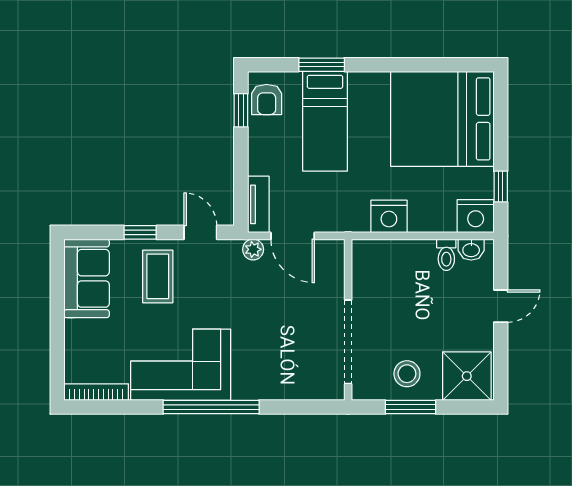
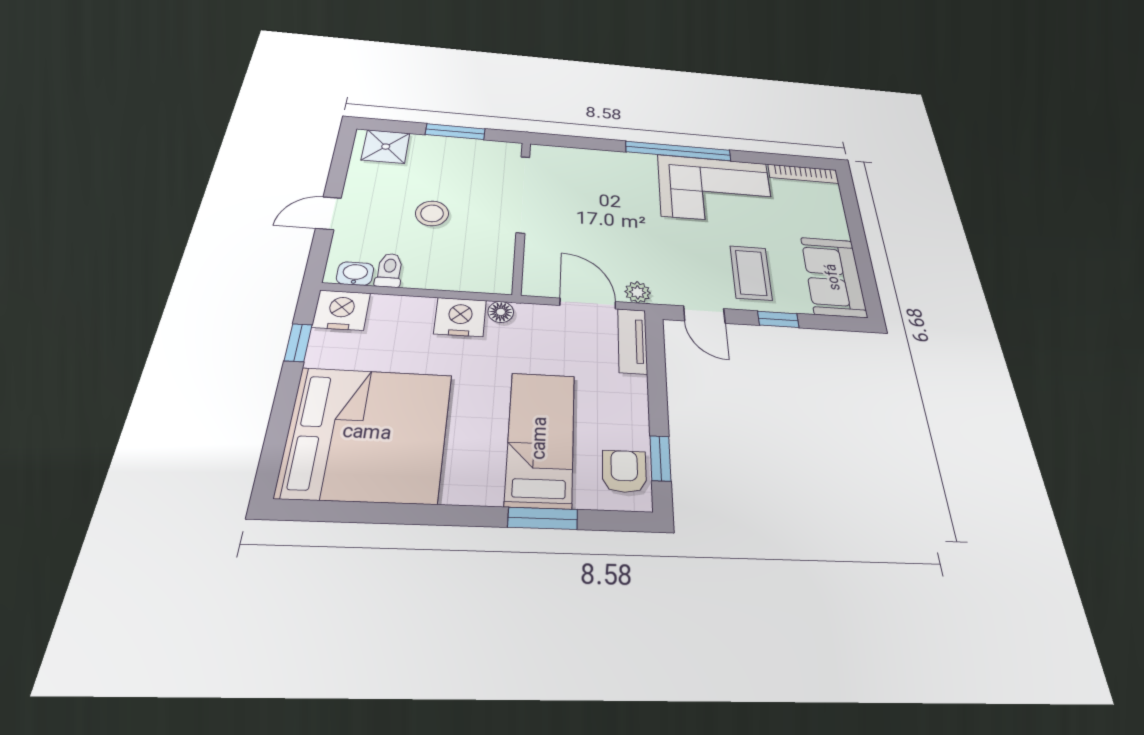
floor lamp: (359, 223) -> (501, 312), added
stool: (407, 374) -> (432, 213), moved
shower: (467, 376) -> (386, 147), width x0.73, depth x0.73

